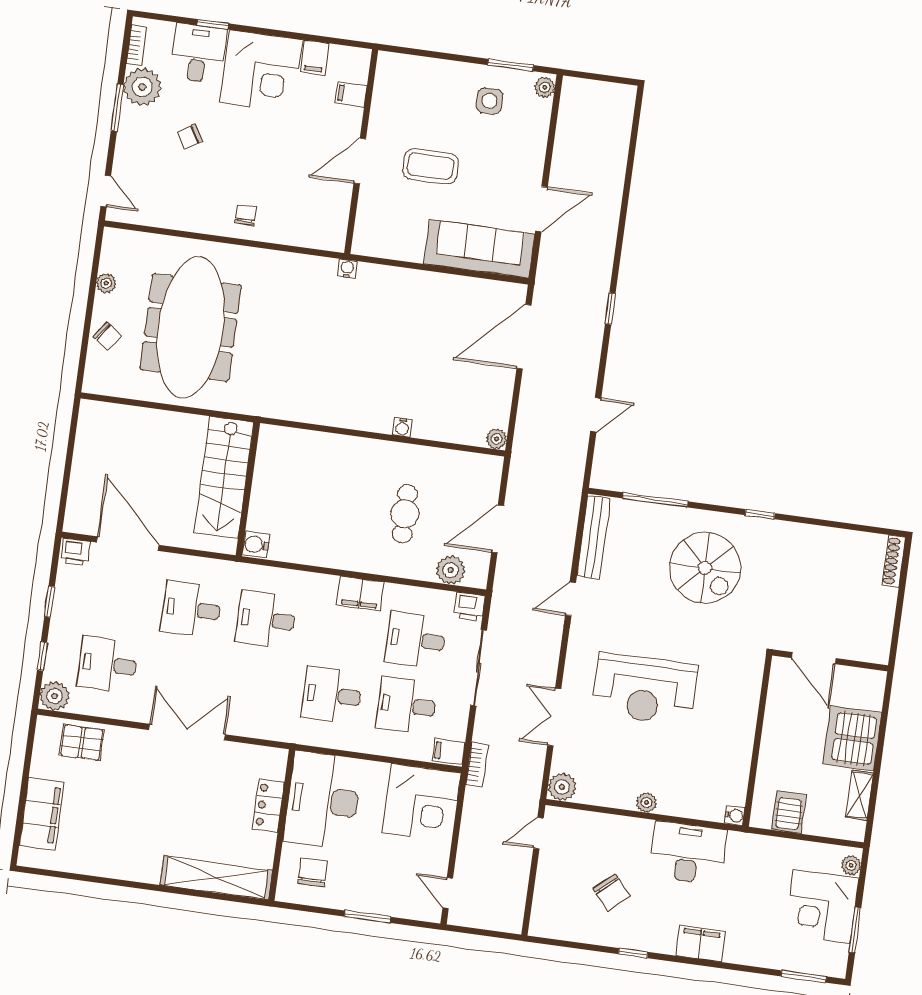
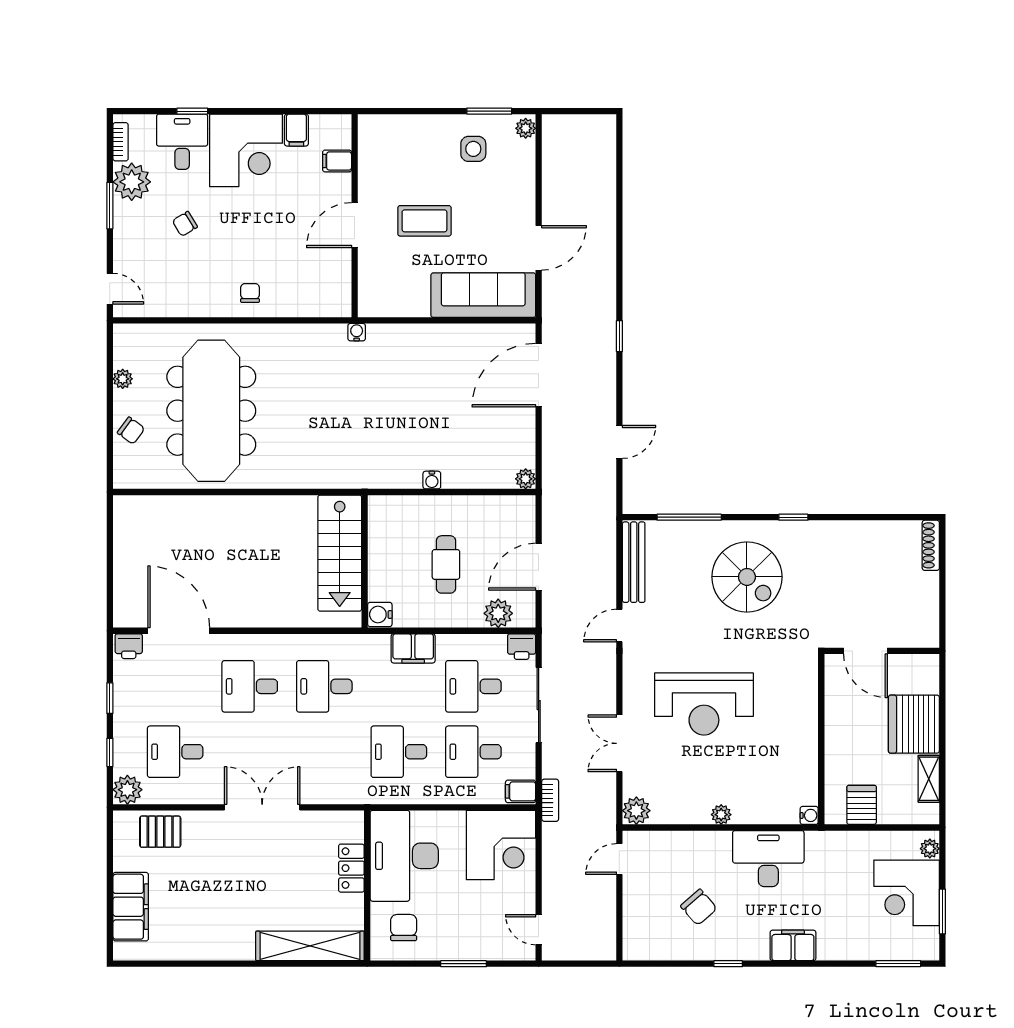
stairs: (224, 477) -> (340, 553), moved
wall: (248, 489) -> (365, 561), moved
water cooler: (256, 545) -> (380, 614), moved

